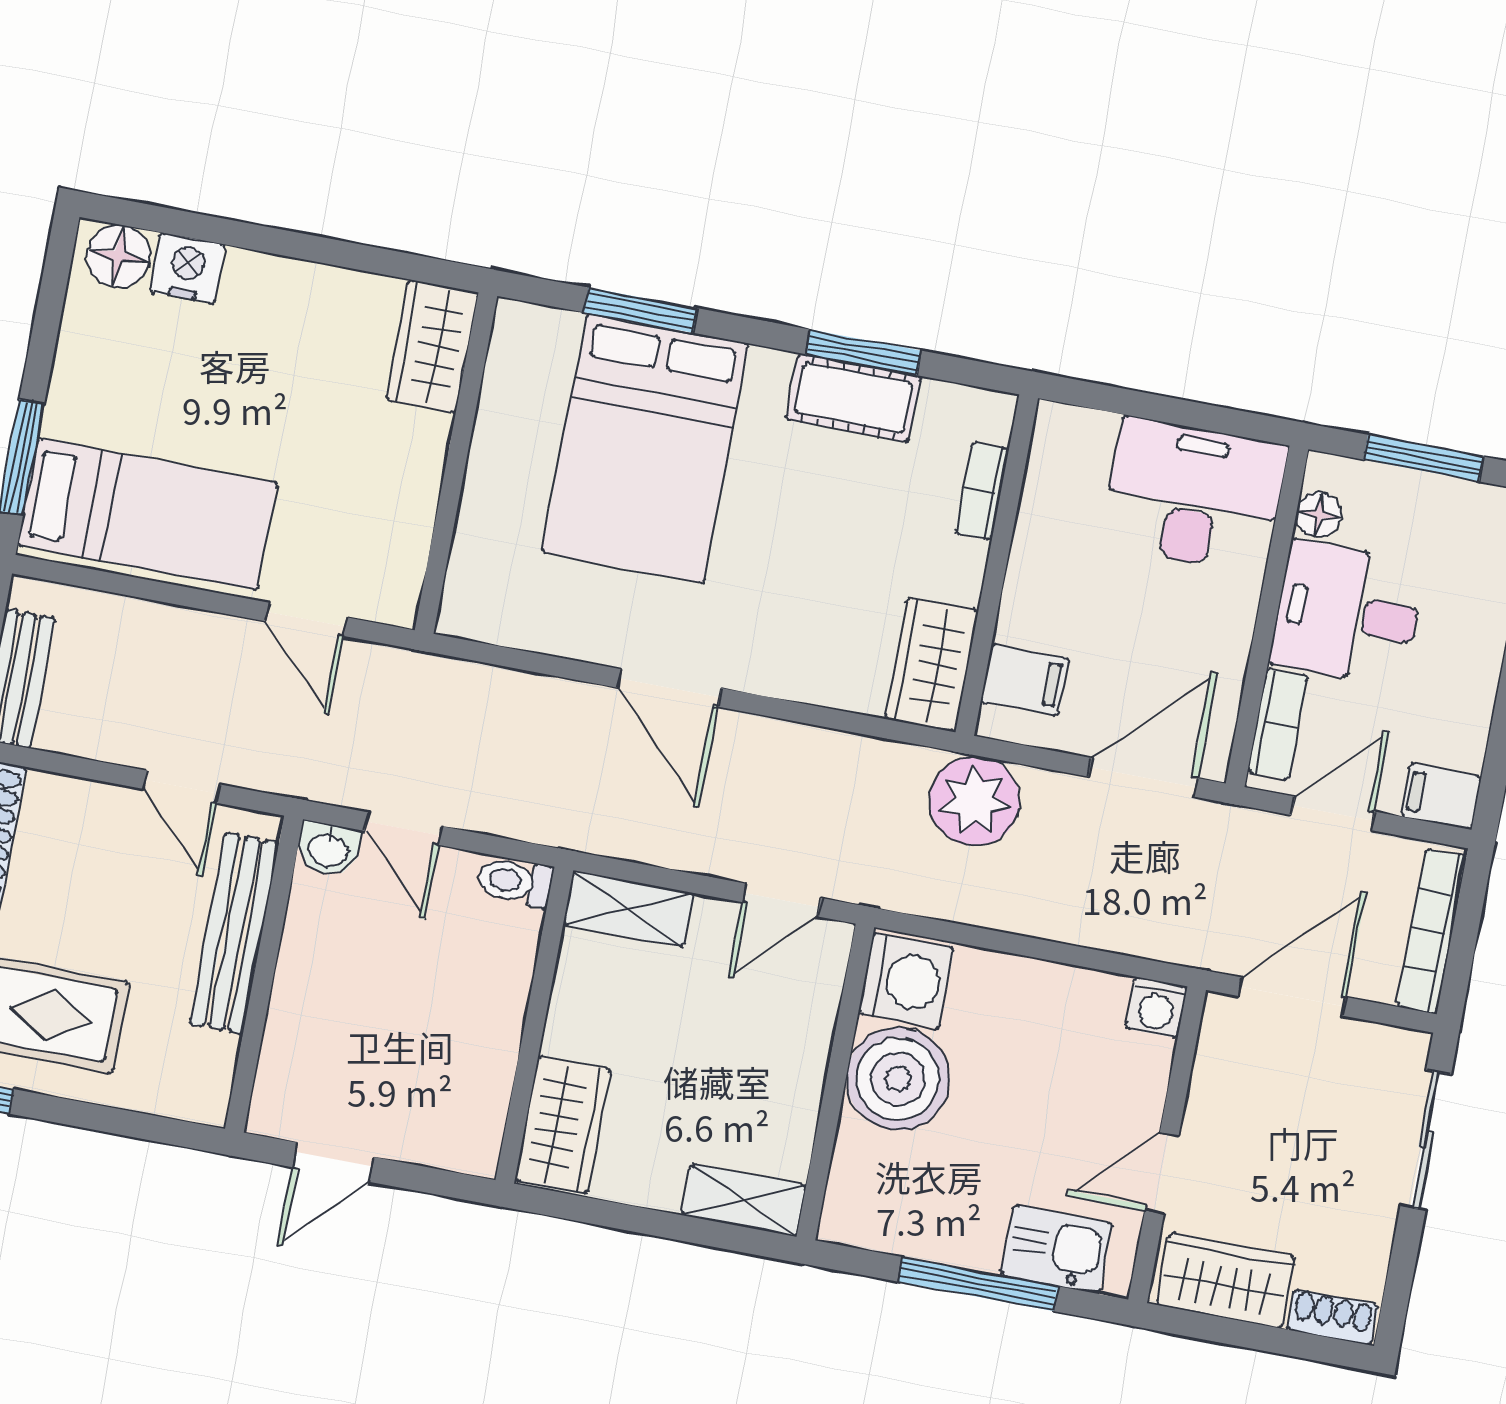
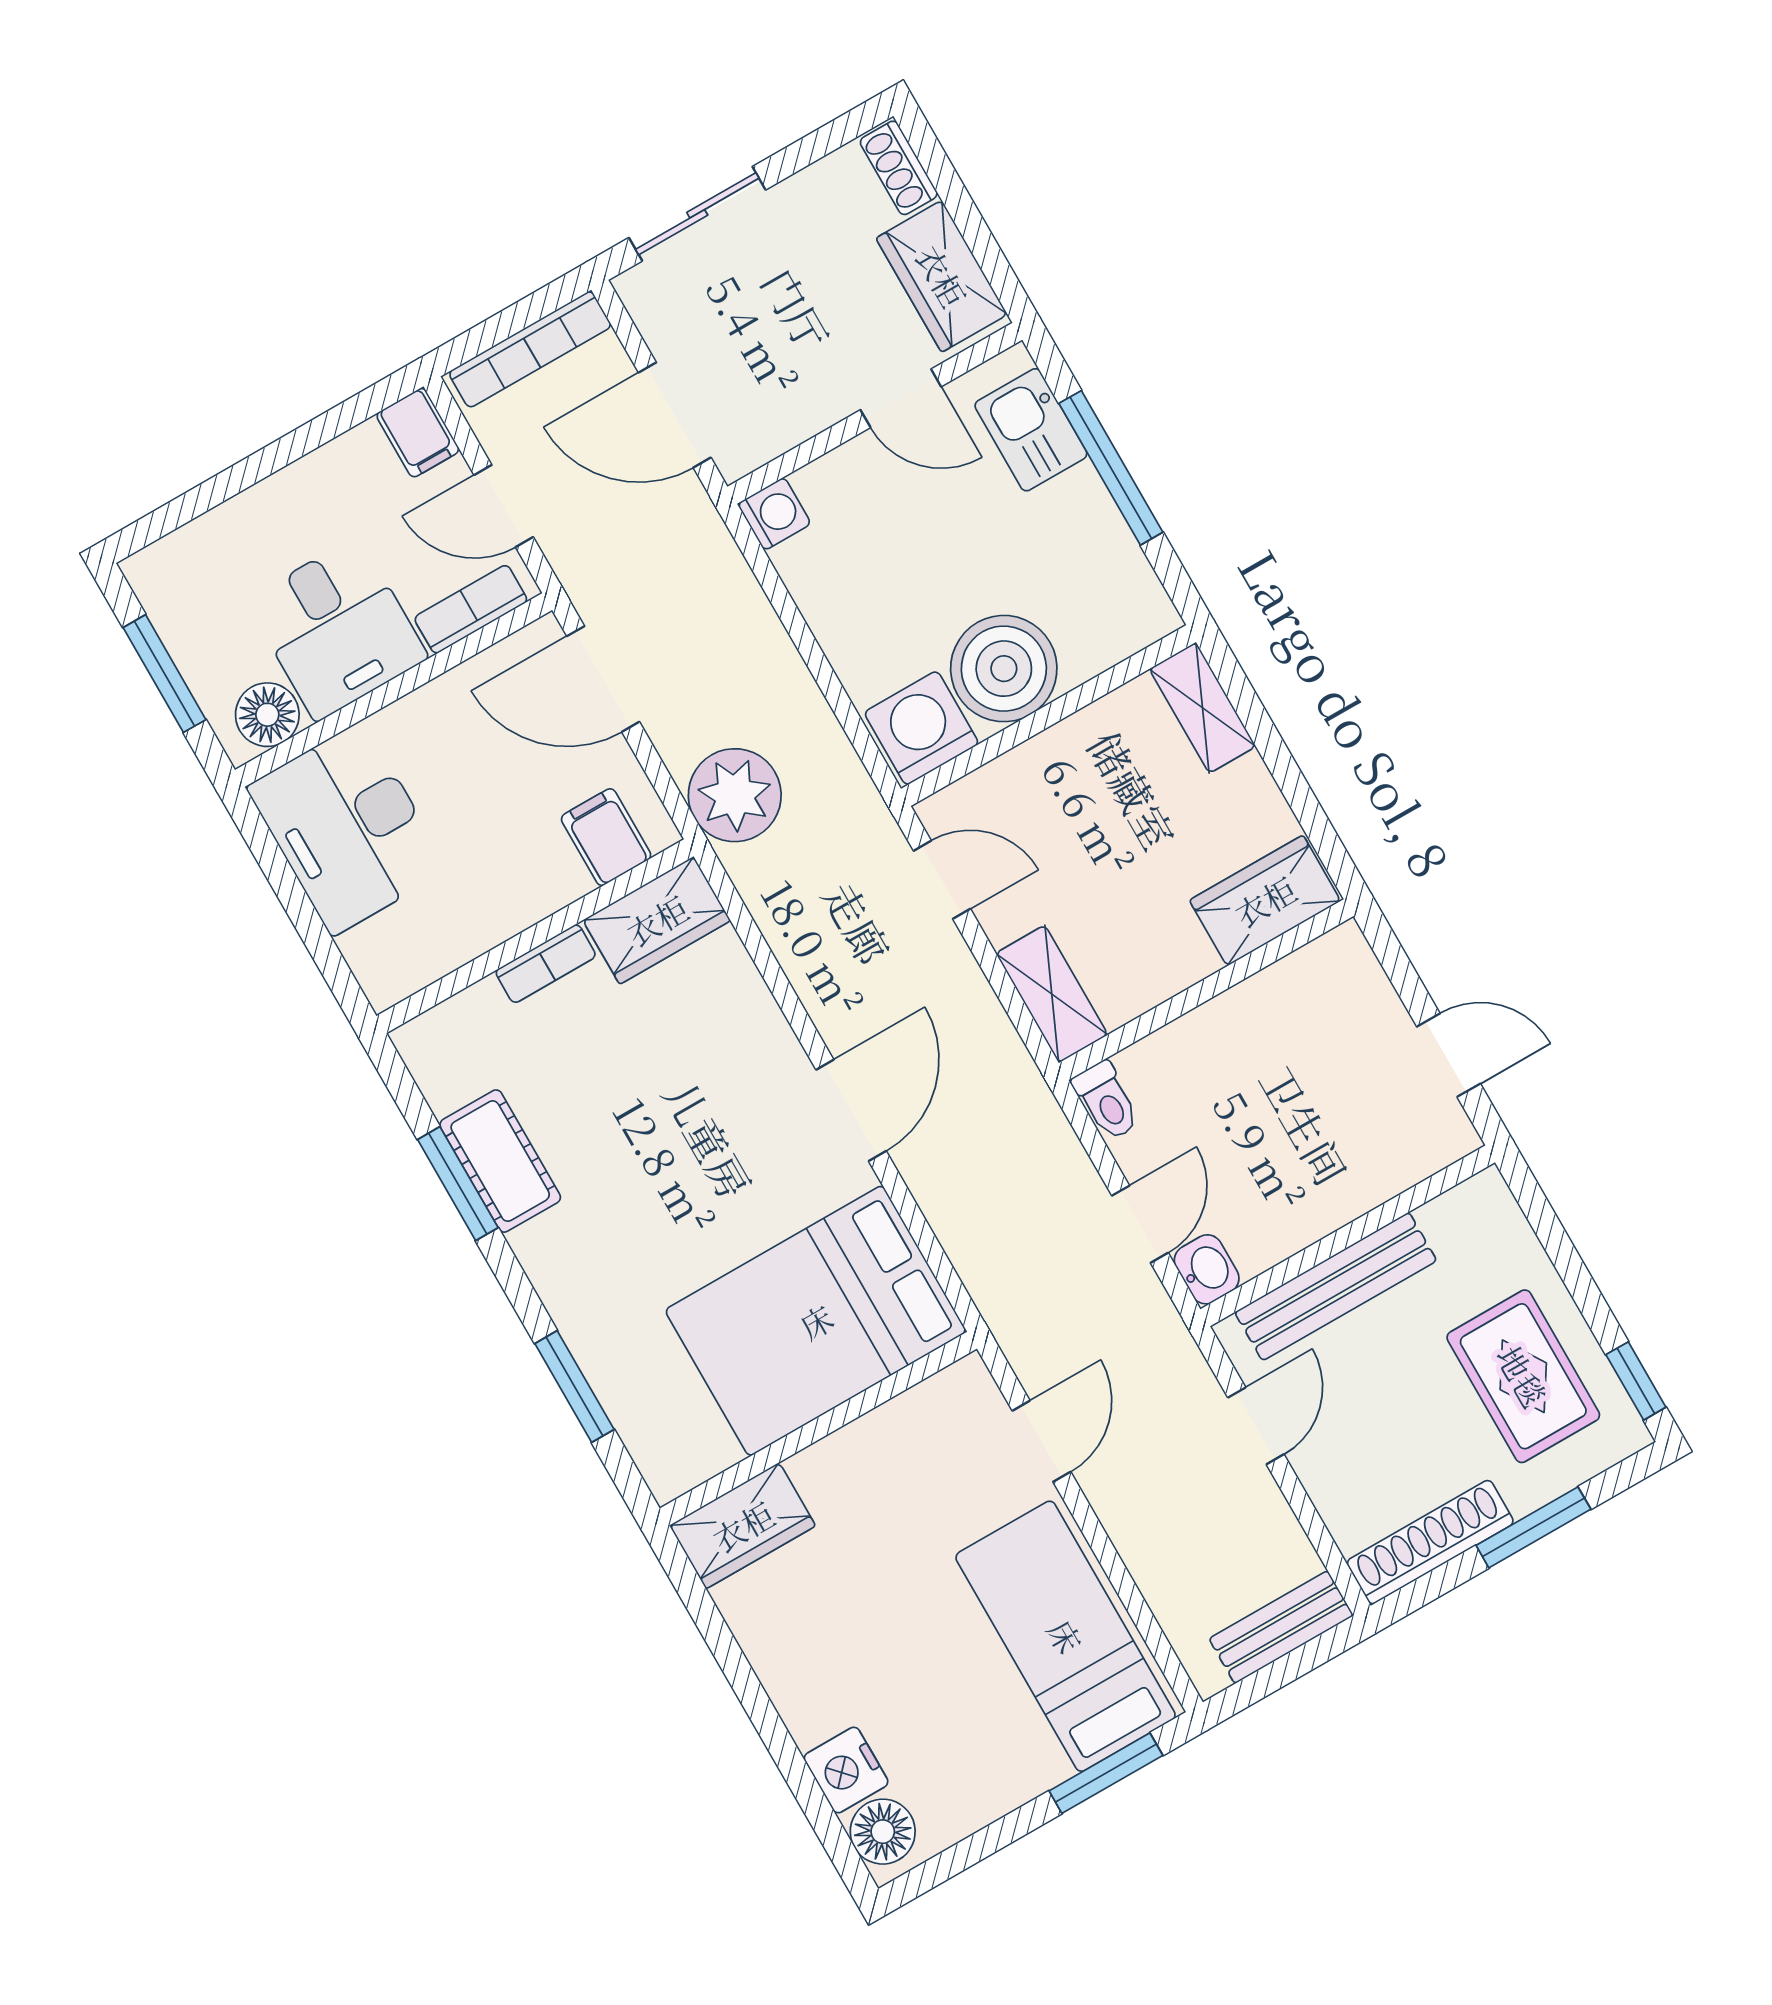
bed: (645, 448) -> (816, 1321), moved, turned 180
bookcase: (982, 491) -> (546, 964), moved
floor lamp: (1319, 515) -> (267, 715), width x1.37, depth x1.37

